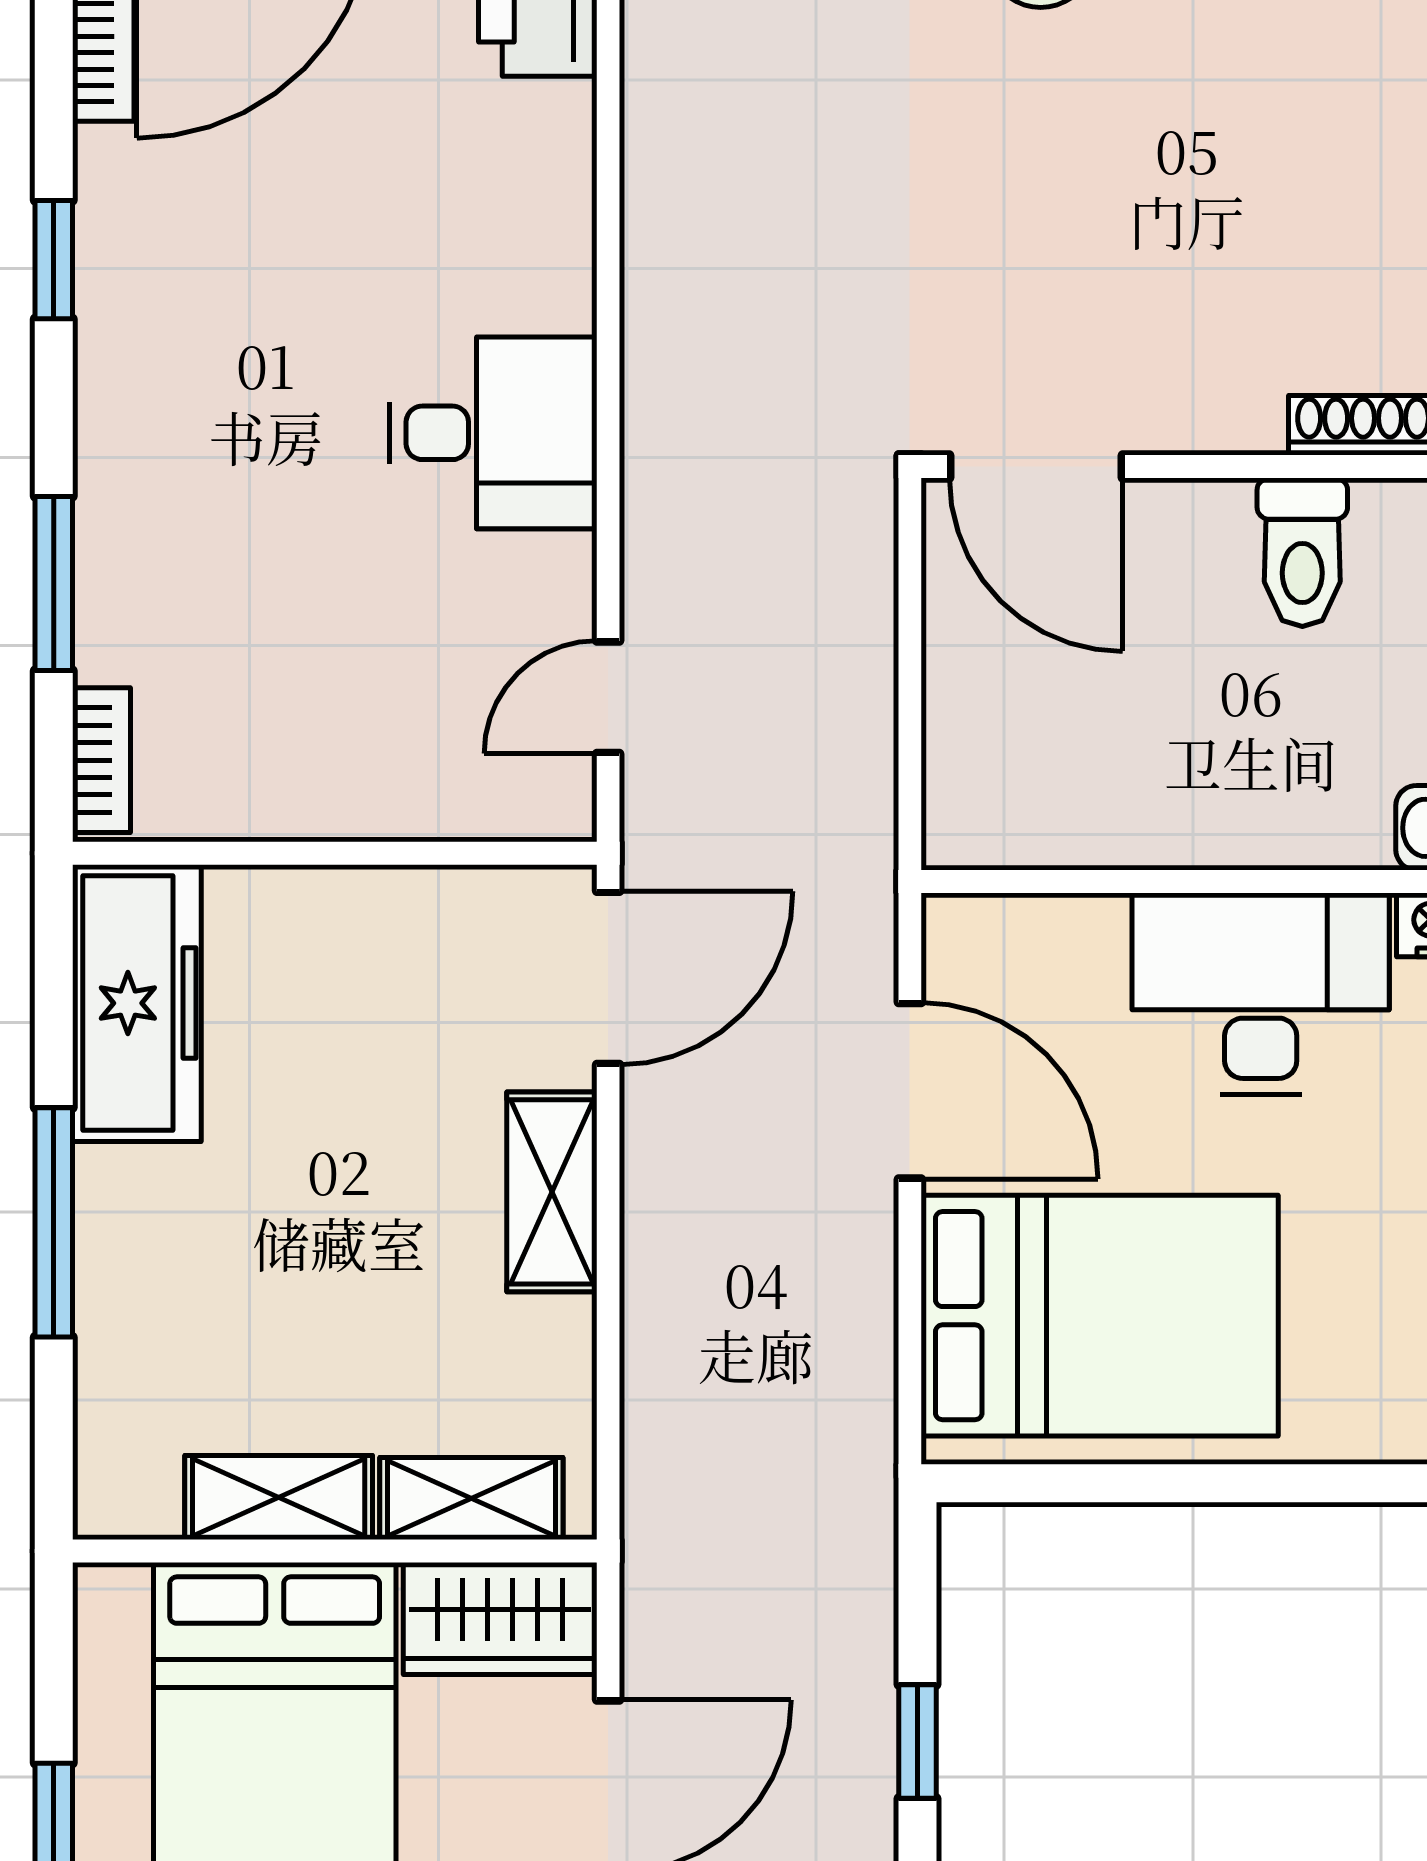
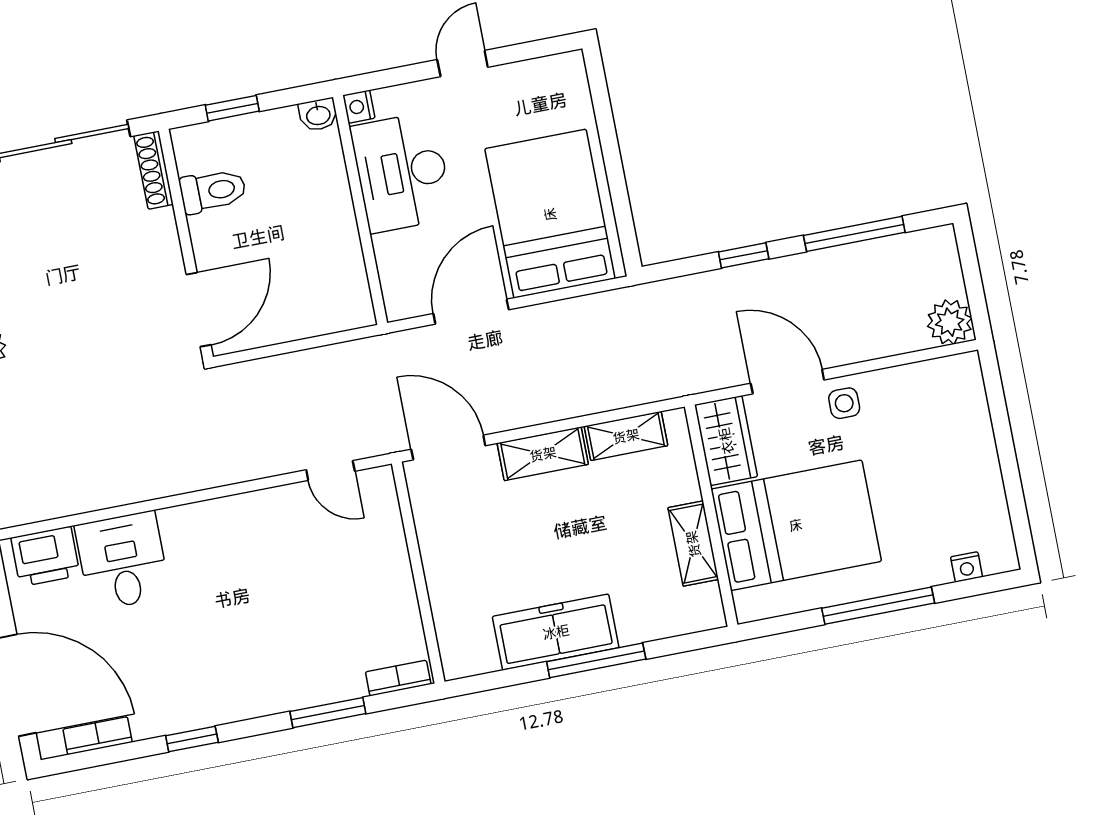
desk: (493, 433) -> (123, 561), moved
freezer: (137, 1003) -> (556, 632), moved
shelving: (471, 1499) -> (626, 436), moved, turned 90

